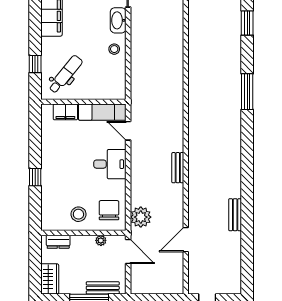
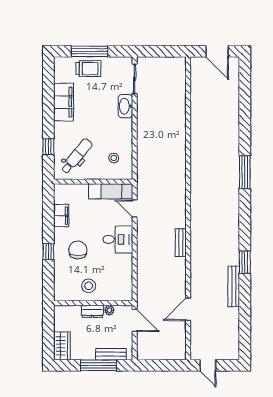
window: (247, 23) -> (245, 262), moved
stool: (114, 49) -> (114, 158), moved
filing cabinet: (65, 112) -> (61, 216), moved, turned -90
chair: (109, 210) -> (78, 250), moved
bench: (235, 215) -> (234, 286), width x1.36
plant: (141, 217) -> (146, 288), removed
dresser: (58, 242) -> (92, 311), moved

